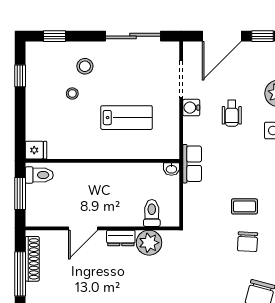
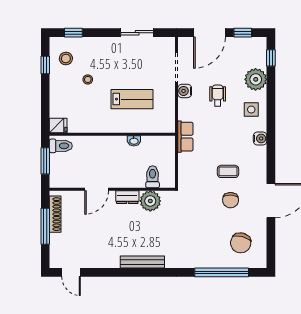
sliding door: (133, 36) -> (137, 33), width x0.73
stool: (85, 66) -> (66, 59), moved
wheelchair: (232, 113) -> (218, 96), turned 180
washbasin: (171, 169) -> (134, 141), moved

